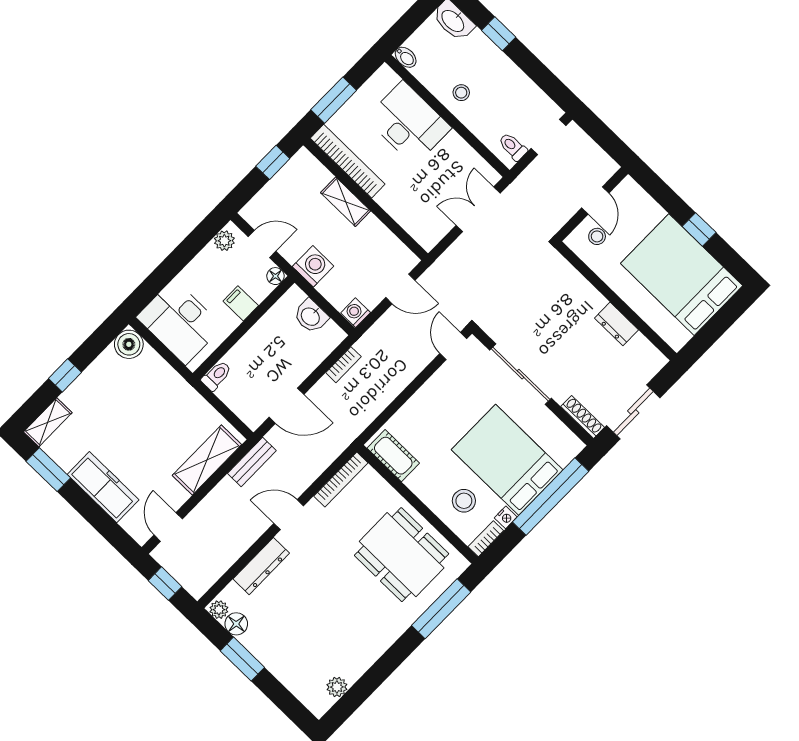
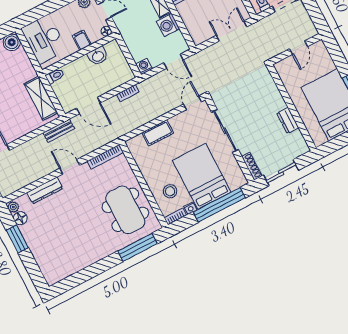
stool: (597, 236) -> (293, 68), removed
washing machine: (313, 266) -> (168, 25), moved, turned 180
washbasin: (311, 316) -> (98, 56), moved, turned -90
cot: (393, 456) -> (158, 133), moved, turned 90
shelving: (207, 460) -> (41, 98), moved, turned 90
plant: (337, 687) -> (65, 272), removed

